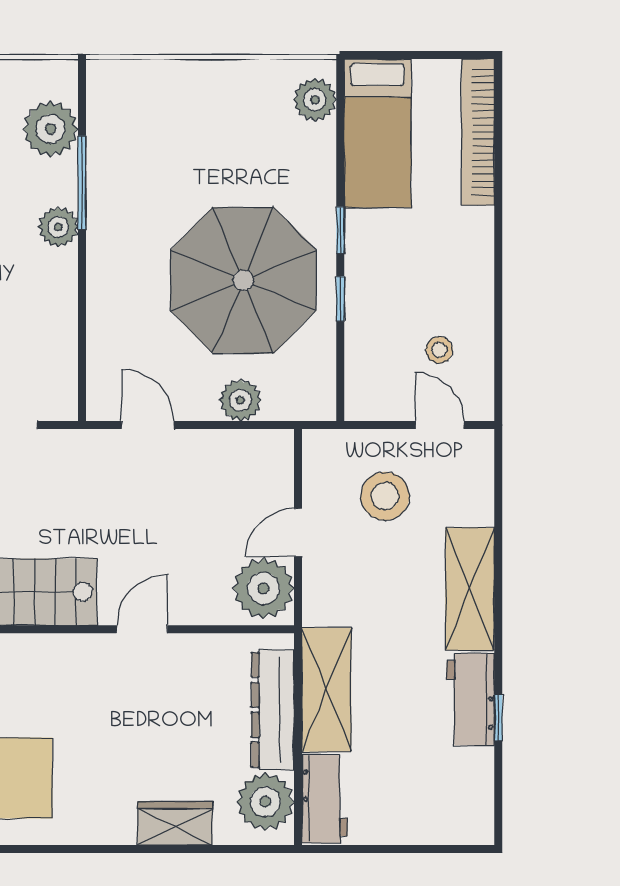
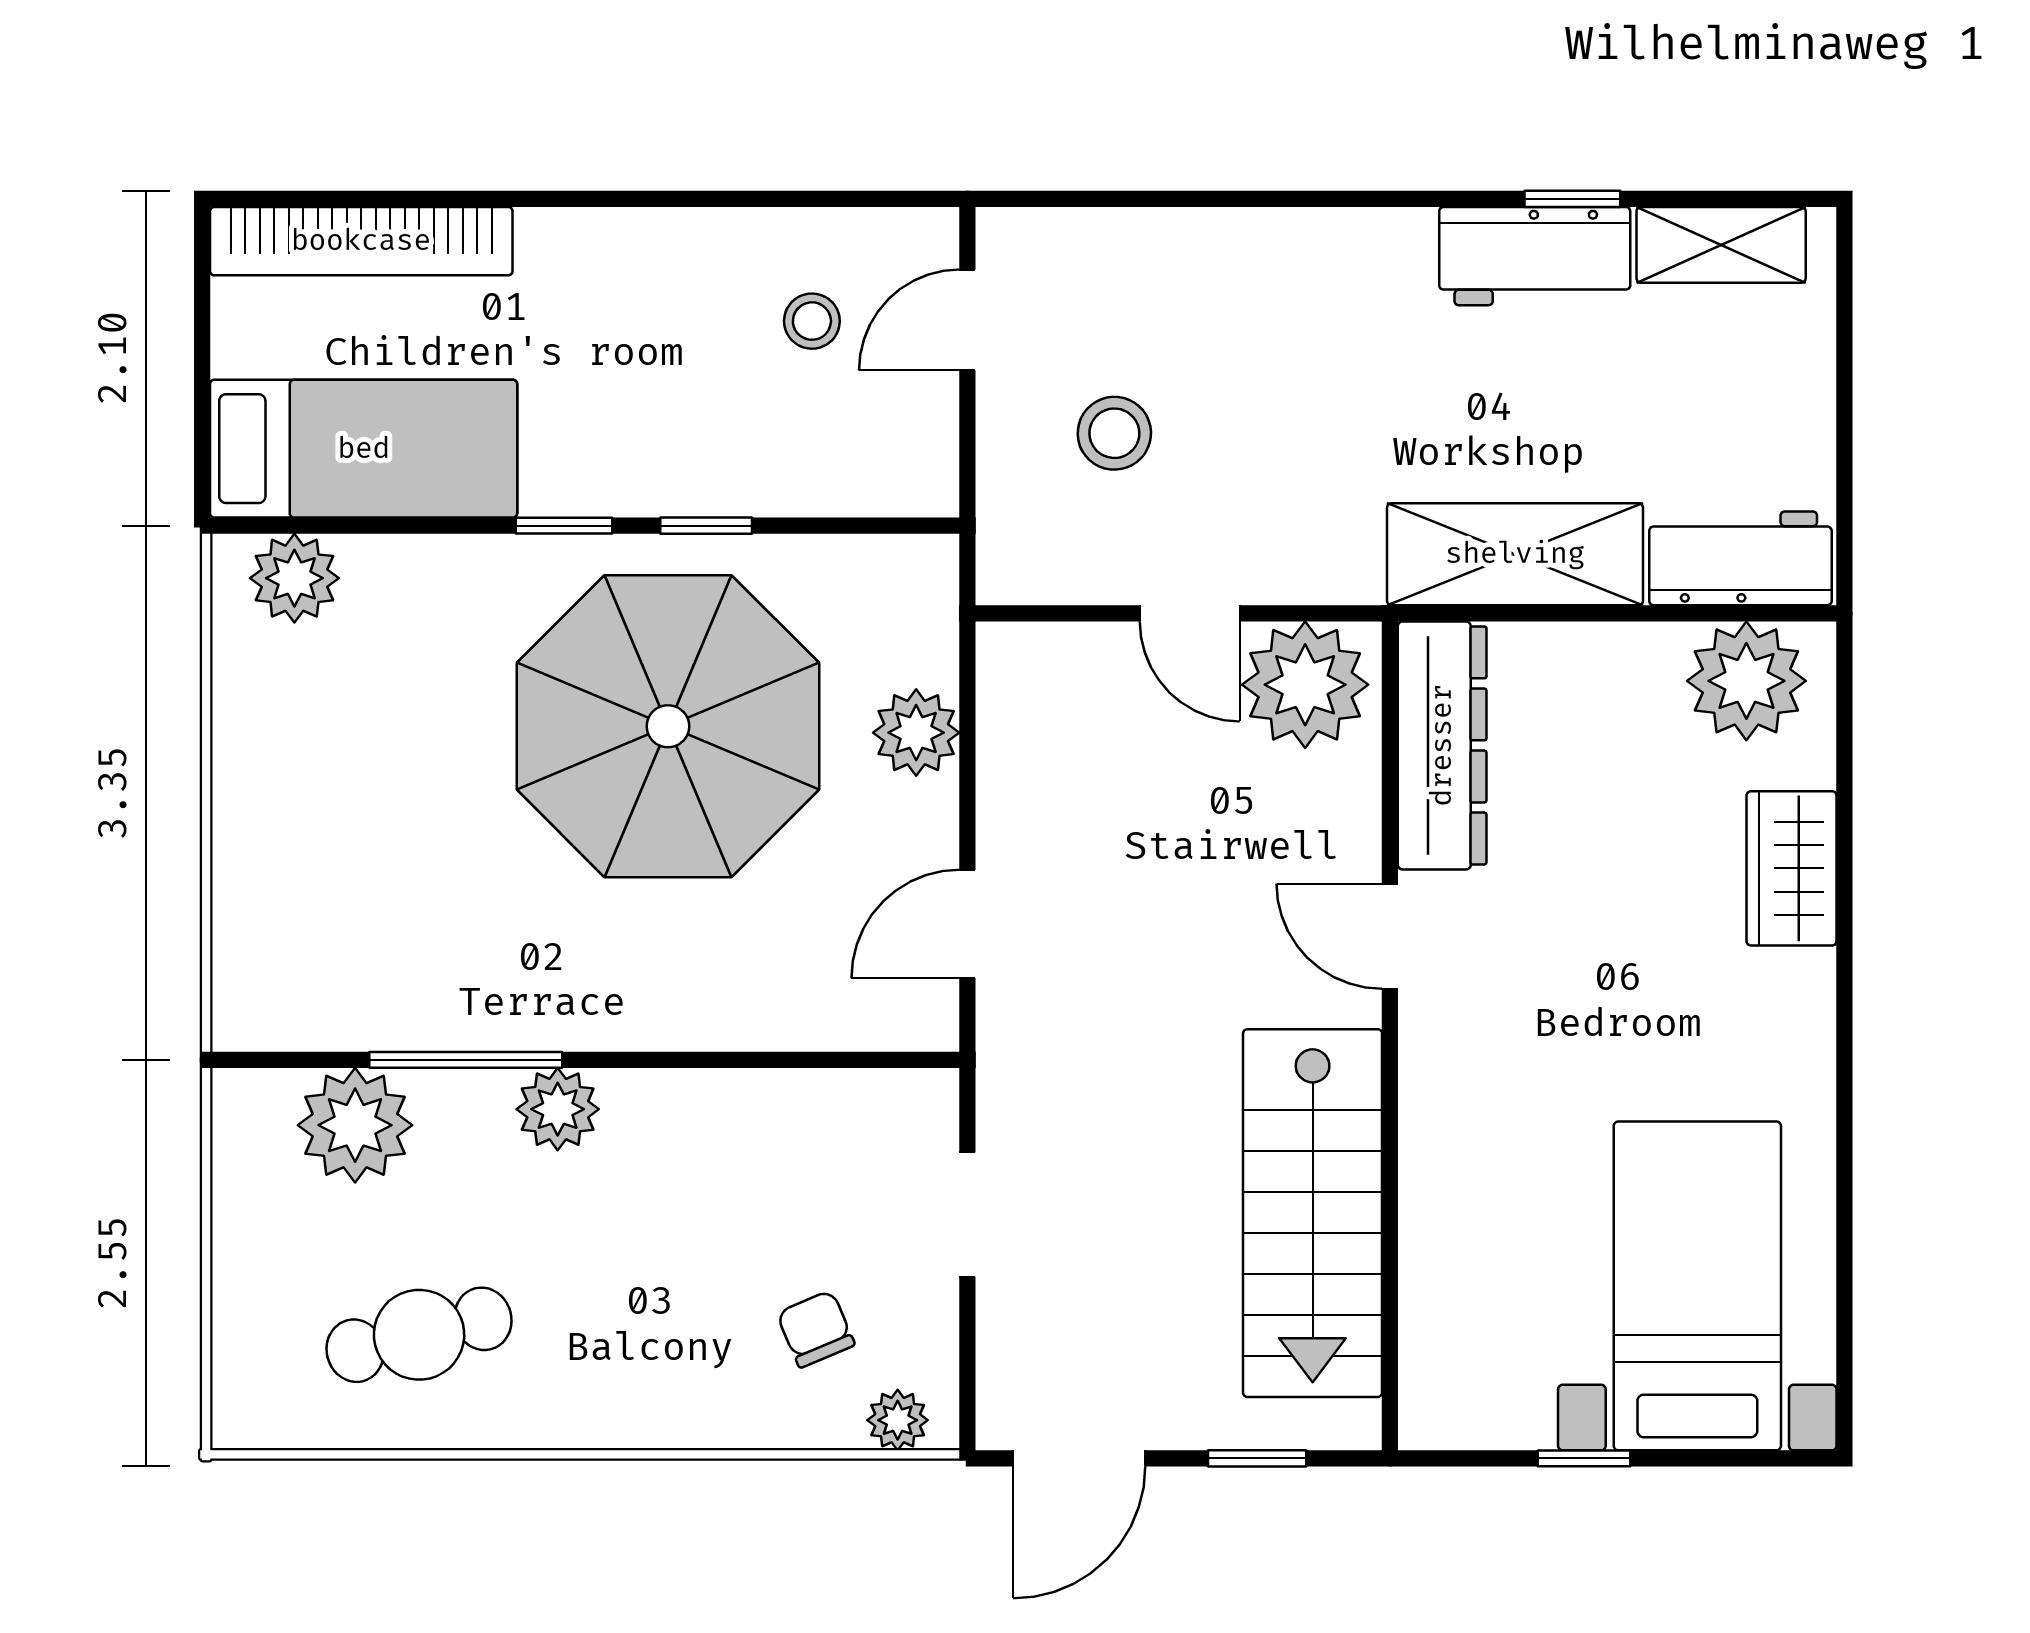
stool: (385, 496) -> (1114, 433), width x0.73, depth x0.73
shelving: (470, 589) -> (1721, 245), moved, width x0.67, depth x0.75
dresser: (273, 710) -> (1442, 745), moved, turned -90

